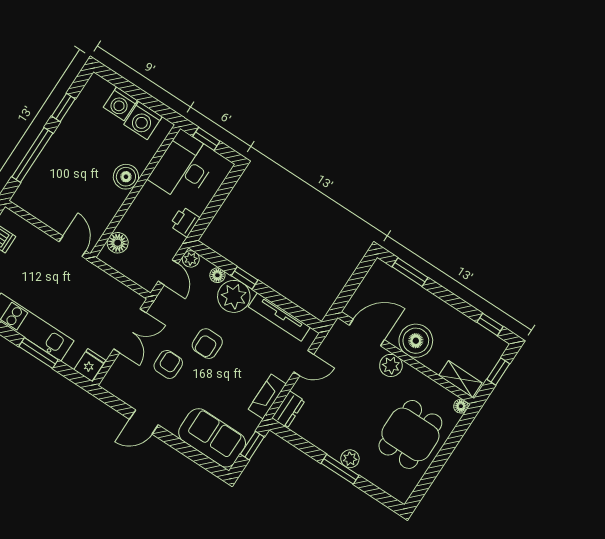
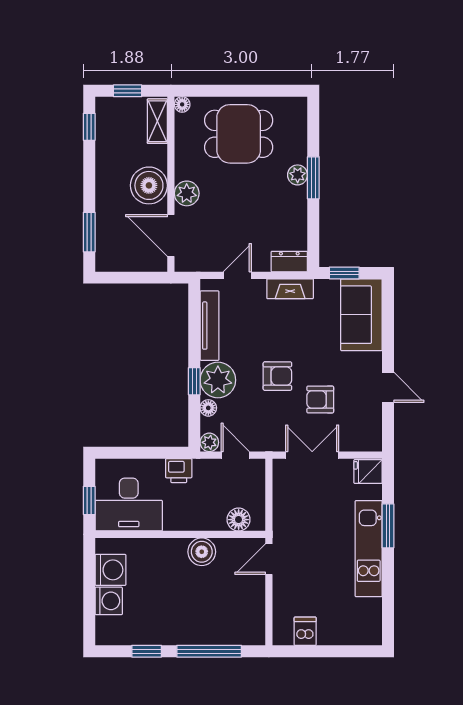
boiler: (126, 177) -> (202, 552), moved
door: (168, 272) -> (235, 455), hinge flipped
door: (304, 363) -> (237, 275), hinge flipped

